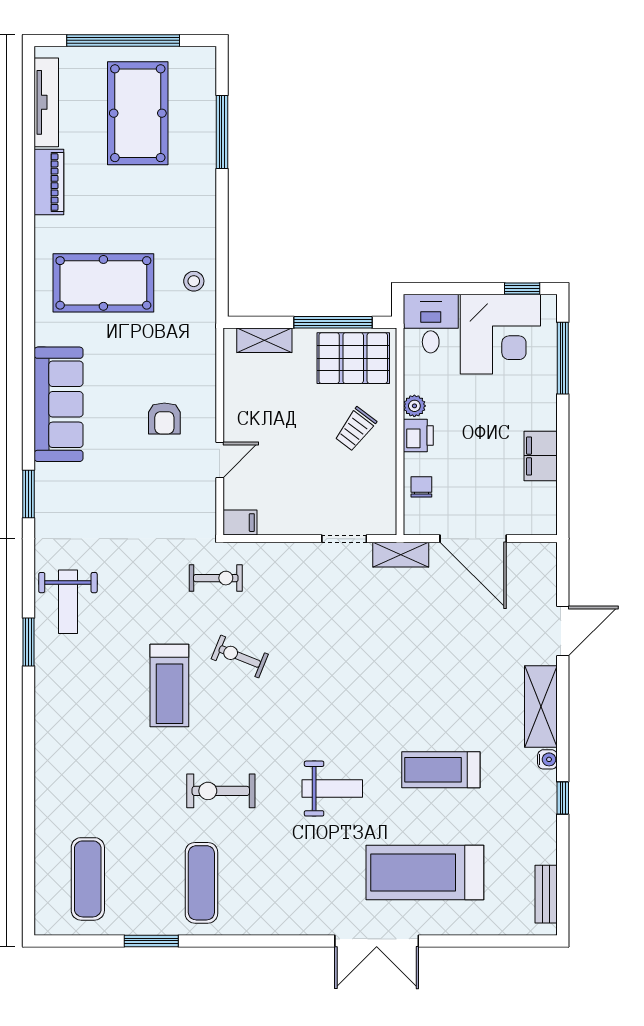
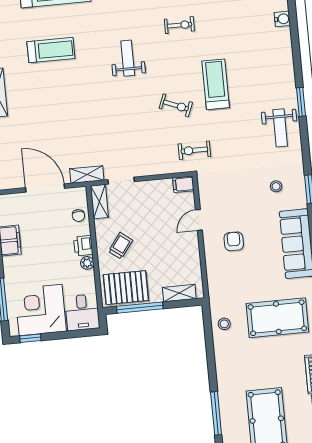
stool: (84, 504) -> (276, 186), added
shelving: (384, 507) -> (99, 202), added
weight bench: (68, 602) -> (280, 128), turned 180
water cooler: (47, 785) -> (282, 19), added
weight bench: (332, 789) -> (128, 58), moved, turned 90
exercise bike: (221, 791) -> (179, 25), width x0.73, depth x0.72

